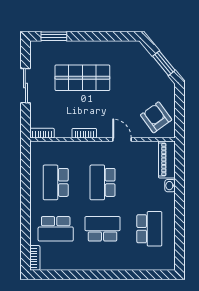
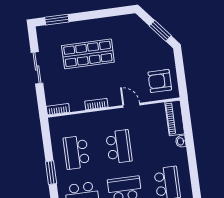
armchair: (156, 117) -> (160, 81), turned -54
school desk: (102, 182) -> (119, 147), turned 180
window: (25, 201) -> (51, 173), added

